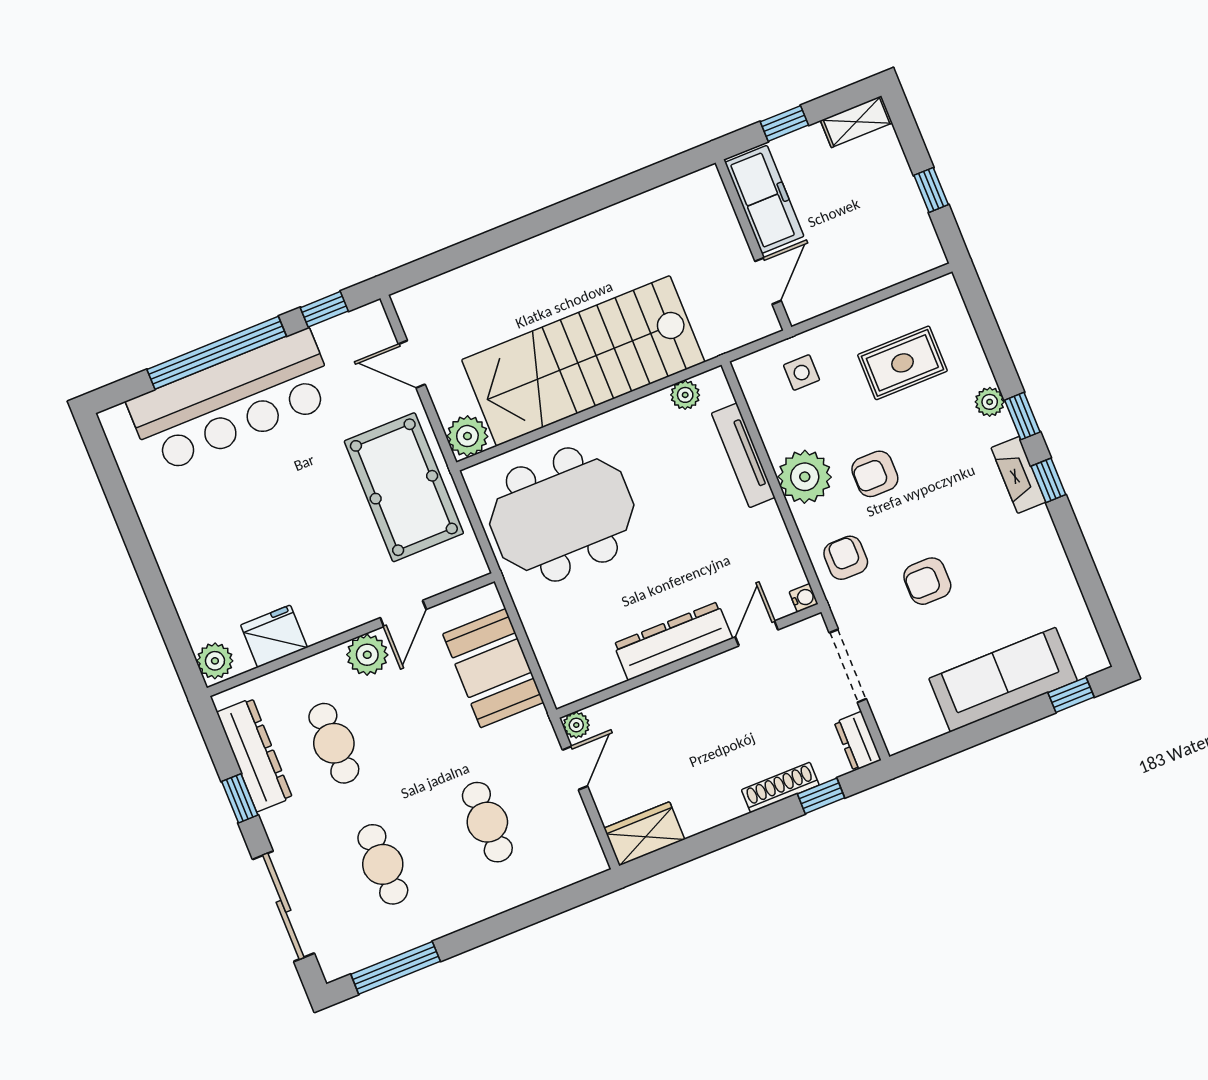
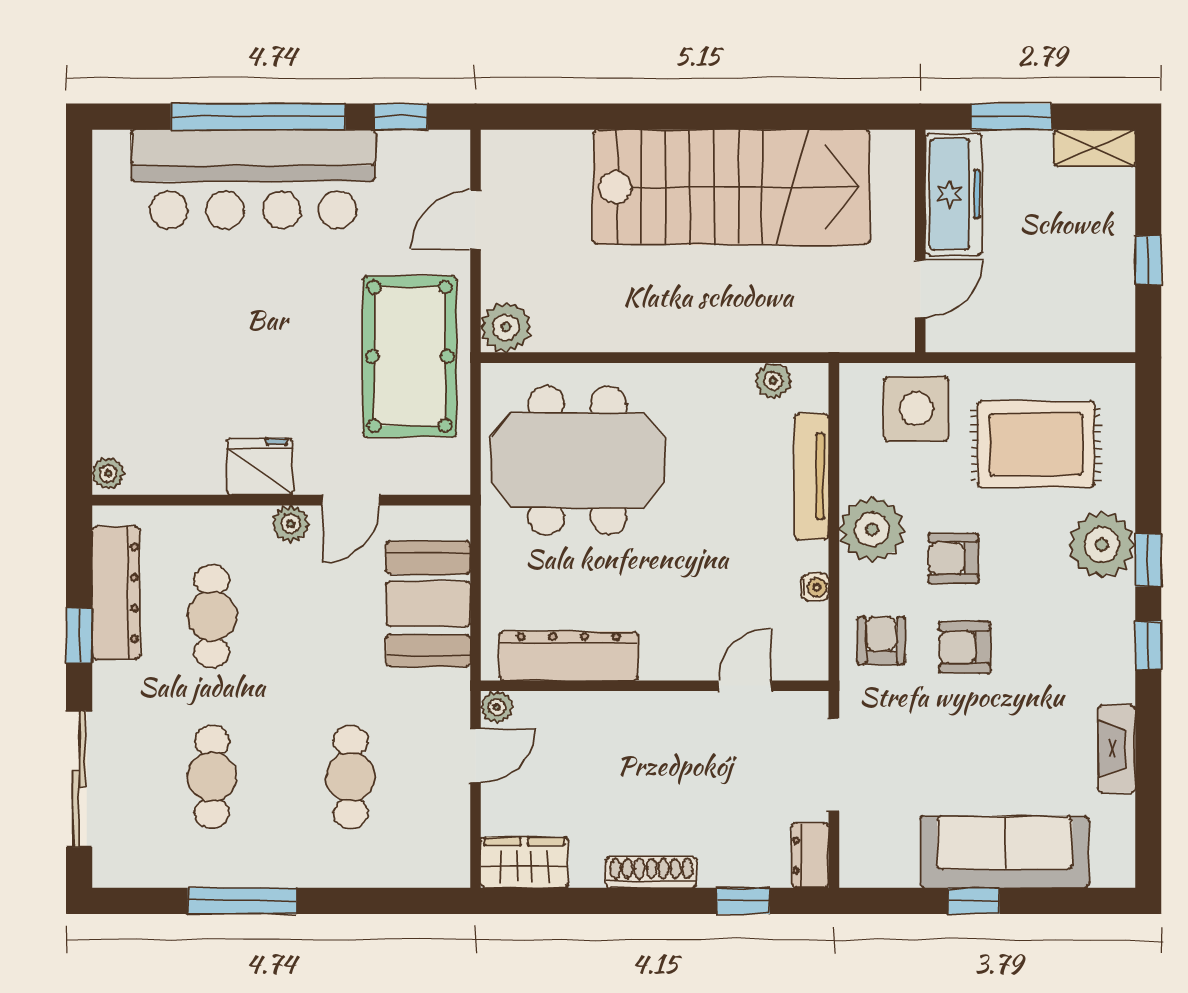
window: (784, 123) -> (1012, 117), width x1.50
stairs: (583, 361) -> (731, 187), moved, turned 180
rug: (902, 363) -> (1036, 444), width x1.36, depth x1.43
door: (412, 364) -> (476, 220), hinge flipped
side table: (802, 373) -> (916, 409), width x1.87, depth x1.87
plant: (990, 402) -> (1102, 545), width x1.87, depth x1.87
fireplace: (1018, 475) -> (1117, 749), moved
armchair: (927, 581) -> (965, 647), moved
water cooler: (804, 598) -> (815, 587), moved
fridge: (274, 636) -> (260, 466), moved
dresser: (673, 641) -> (569, 656), moved
plant: (367, 655) -> (291, 524), width x0.73, depth x0.73
plant: (215, 661) -> (108, 473), width x0.73, depth x0.73
window: (1071, 695) -> (974, 901), moved
shoe rack: (780, 787) -> (651, 872), moved
window: (396, 968) -> (242, 901), moved

